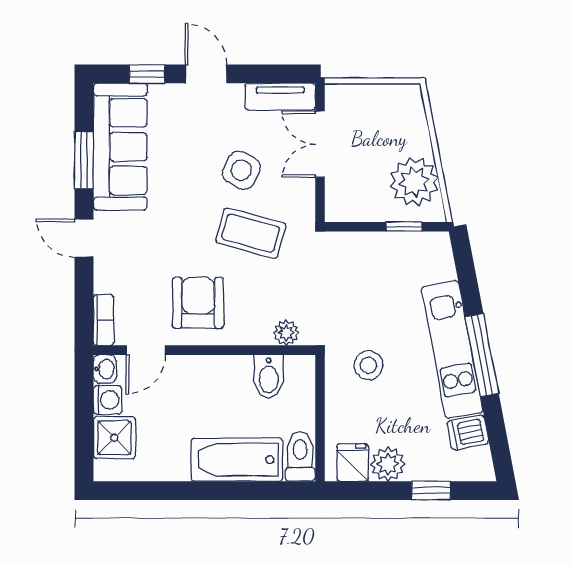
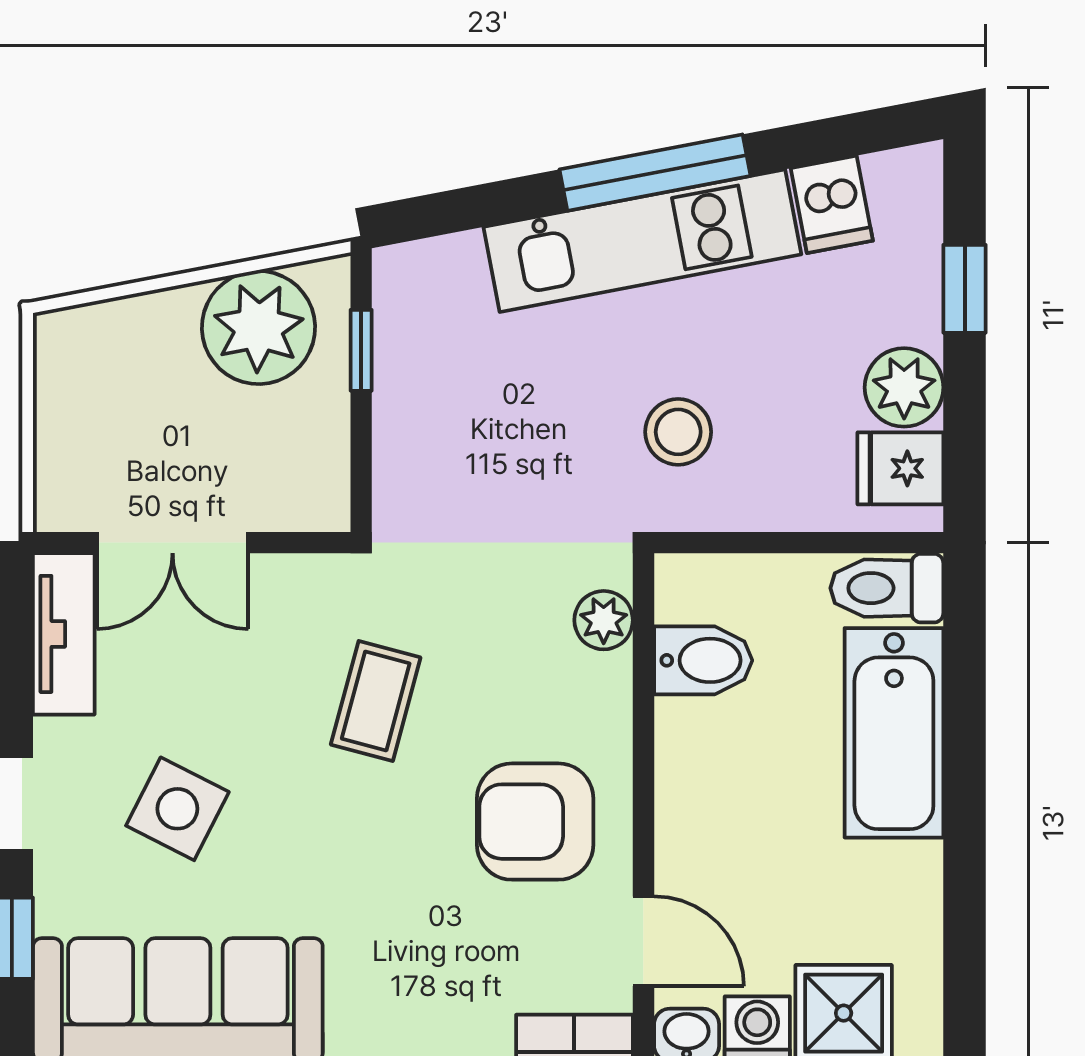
side table: (241, 170) -> (177, 809), moved
coffee table: (251, 233) -> (376, 701), width x0.73, depth x0.77

